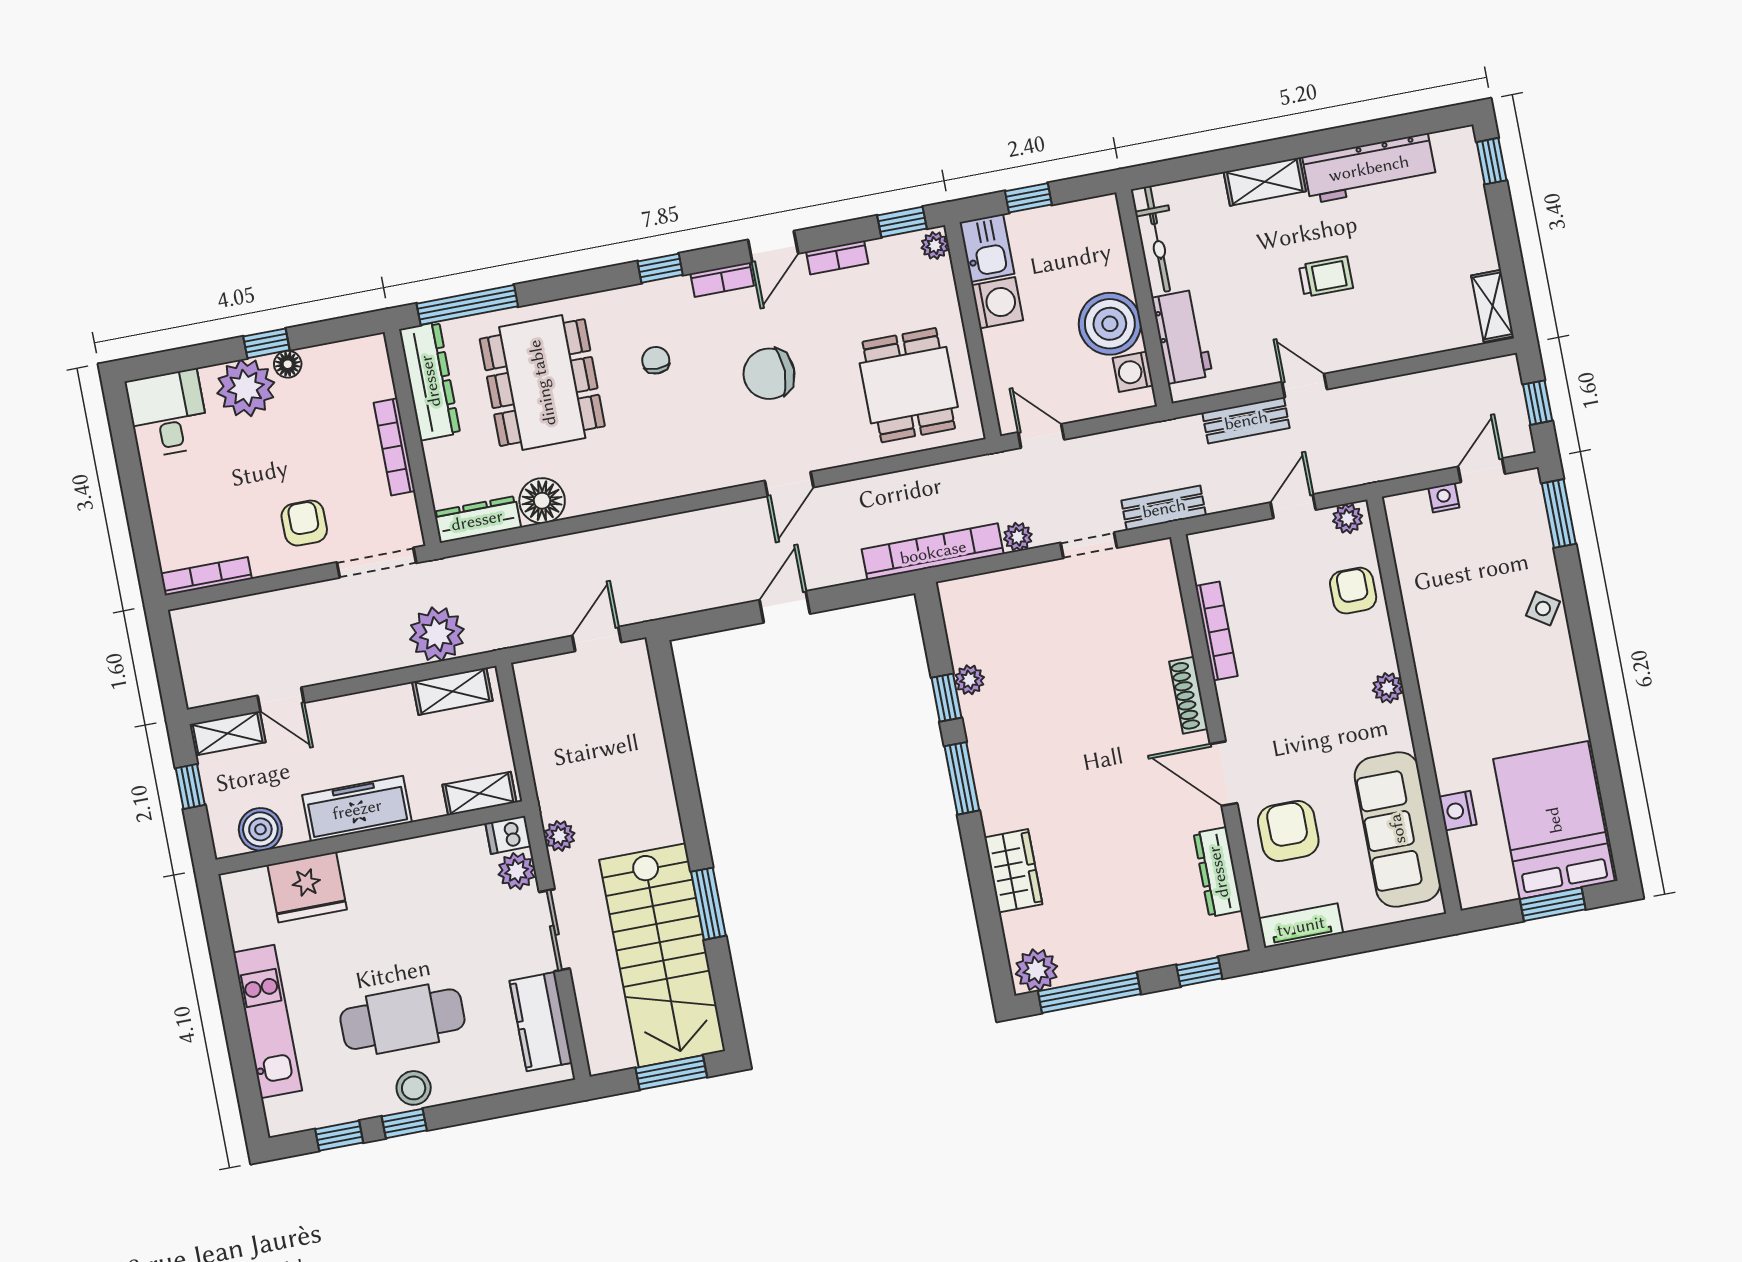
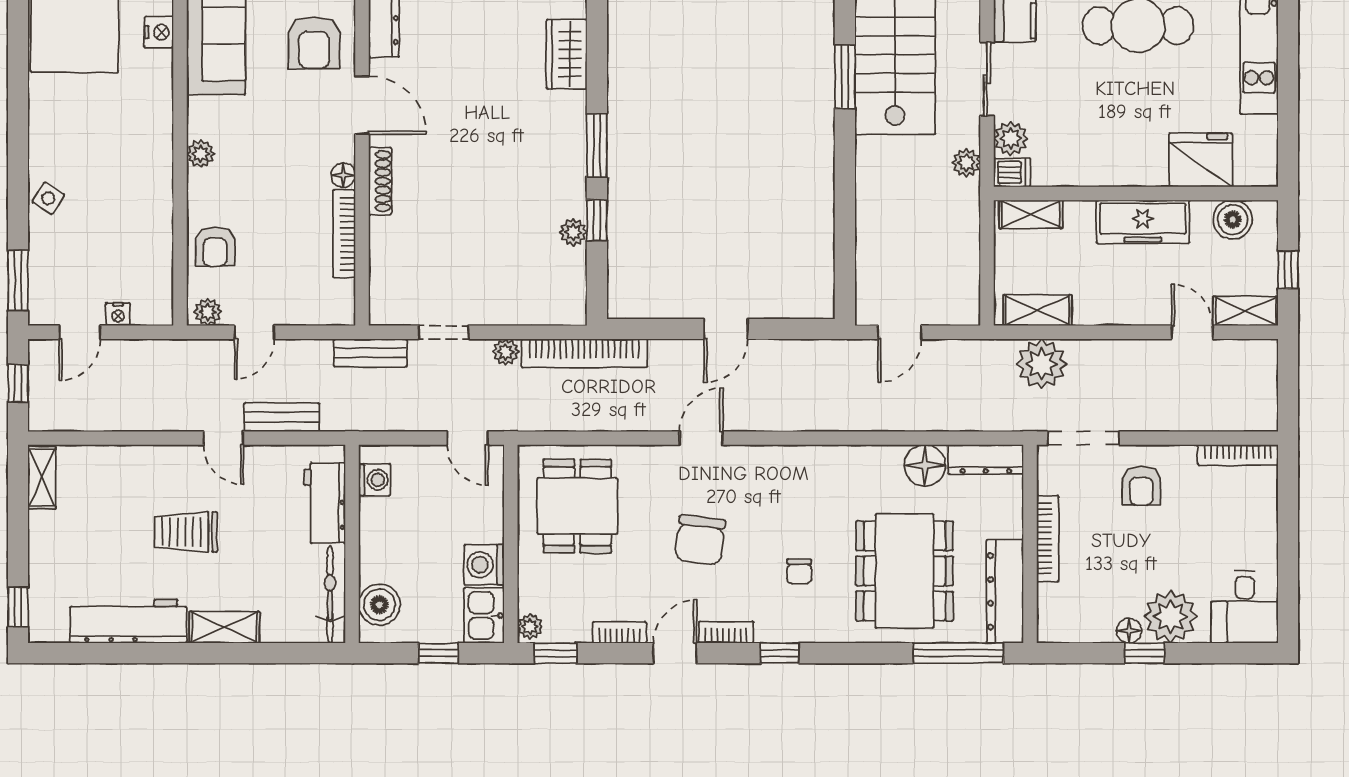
trolley: (1326, 277) -> (186, 532), width x1.36, depth x1.39
boiler: (1110, 324) -> (379, 605), moved, width x0.73, depth x0.73
chair: (769, 374) -> (700, 540), turned 97
floor lamp: (1230, 694) -> (343, 175), added

